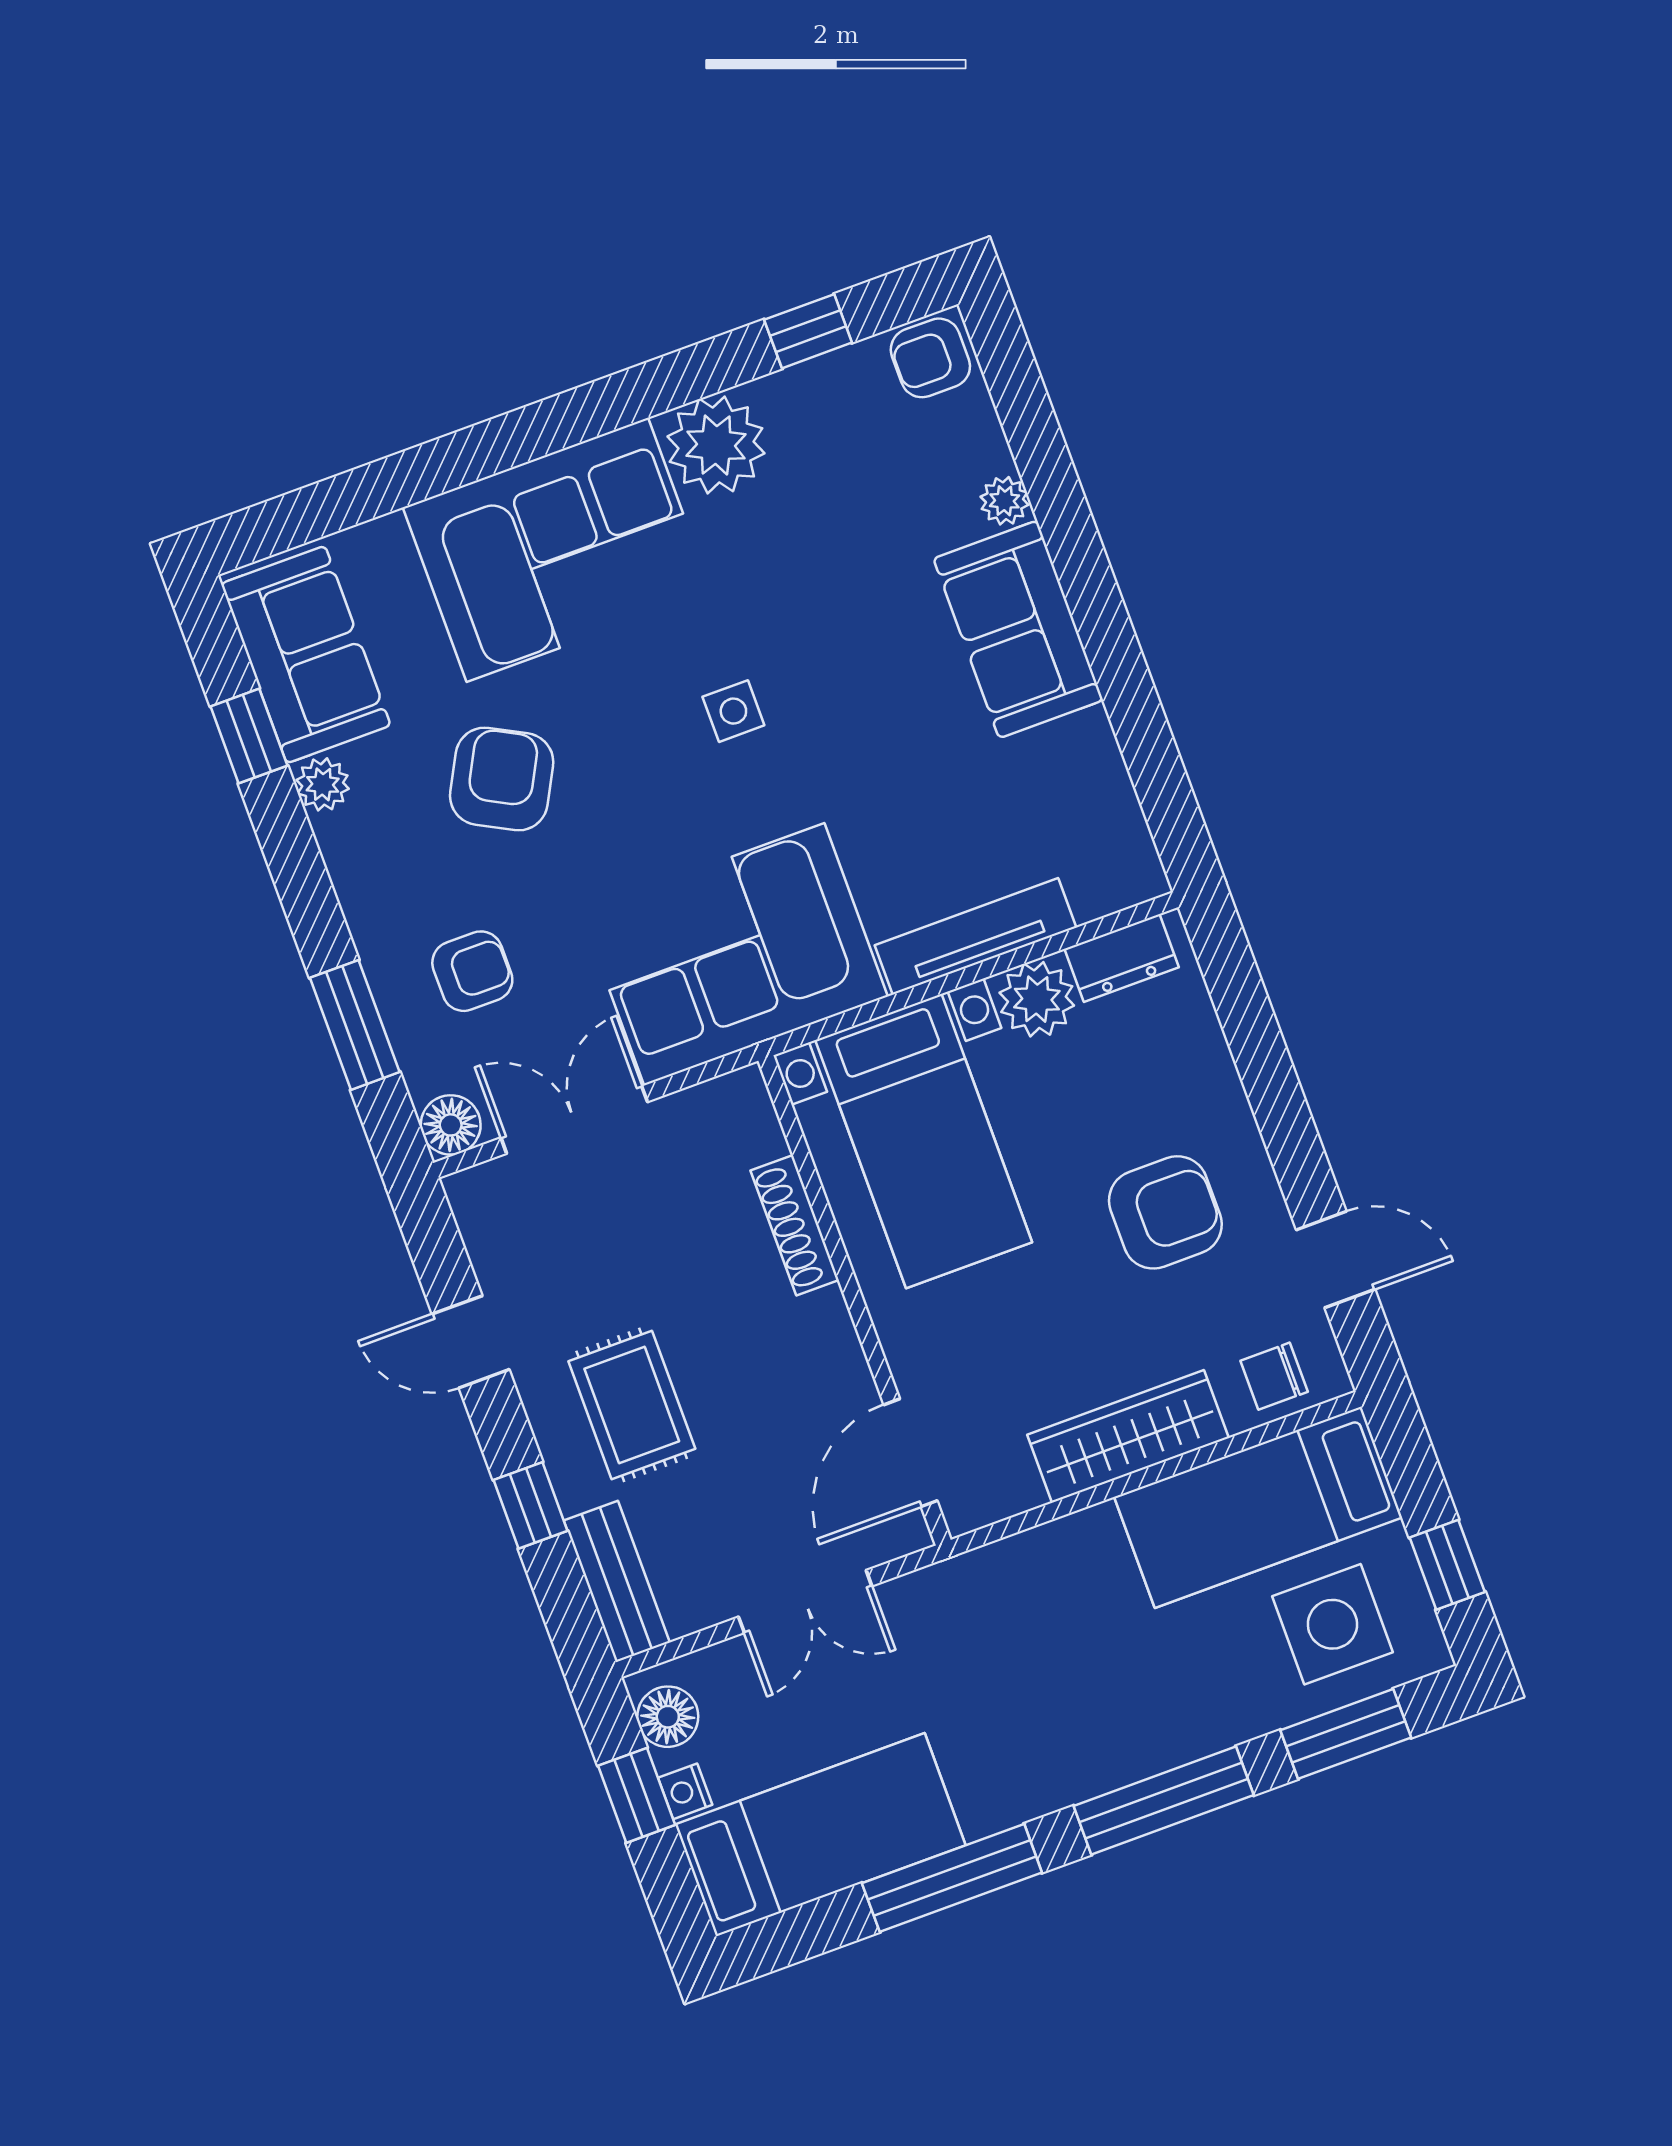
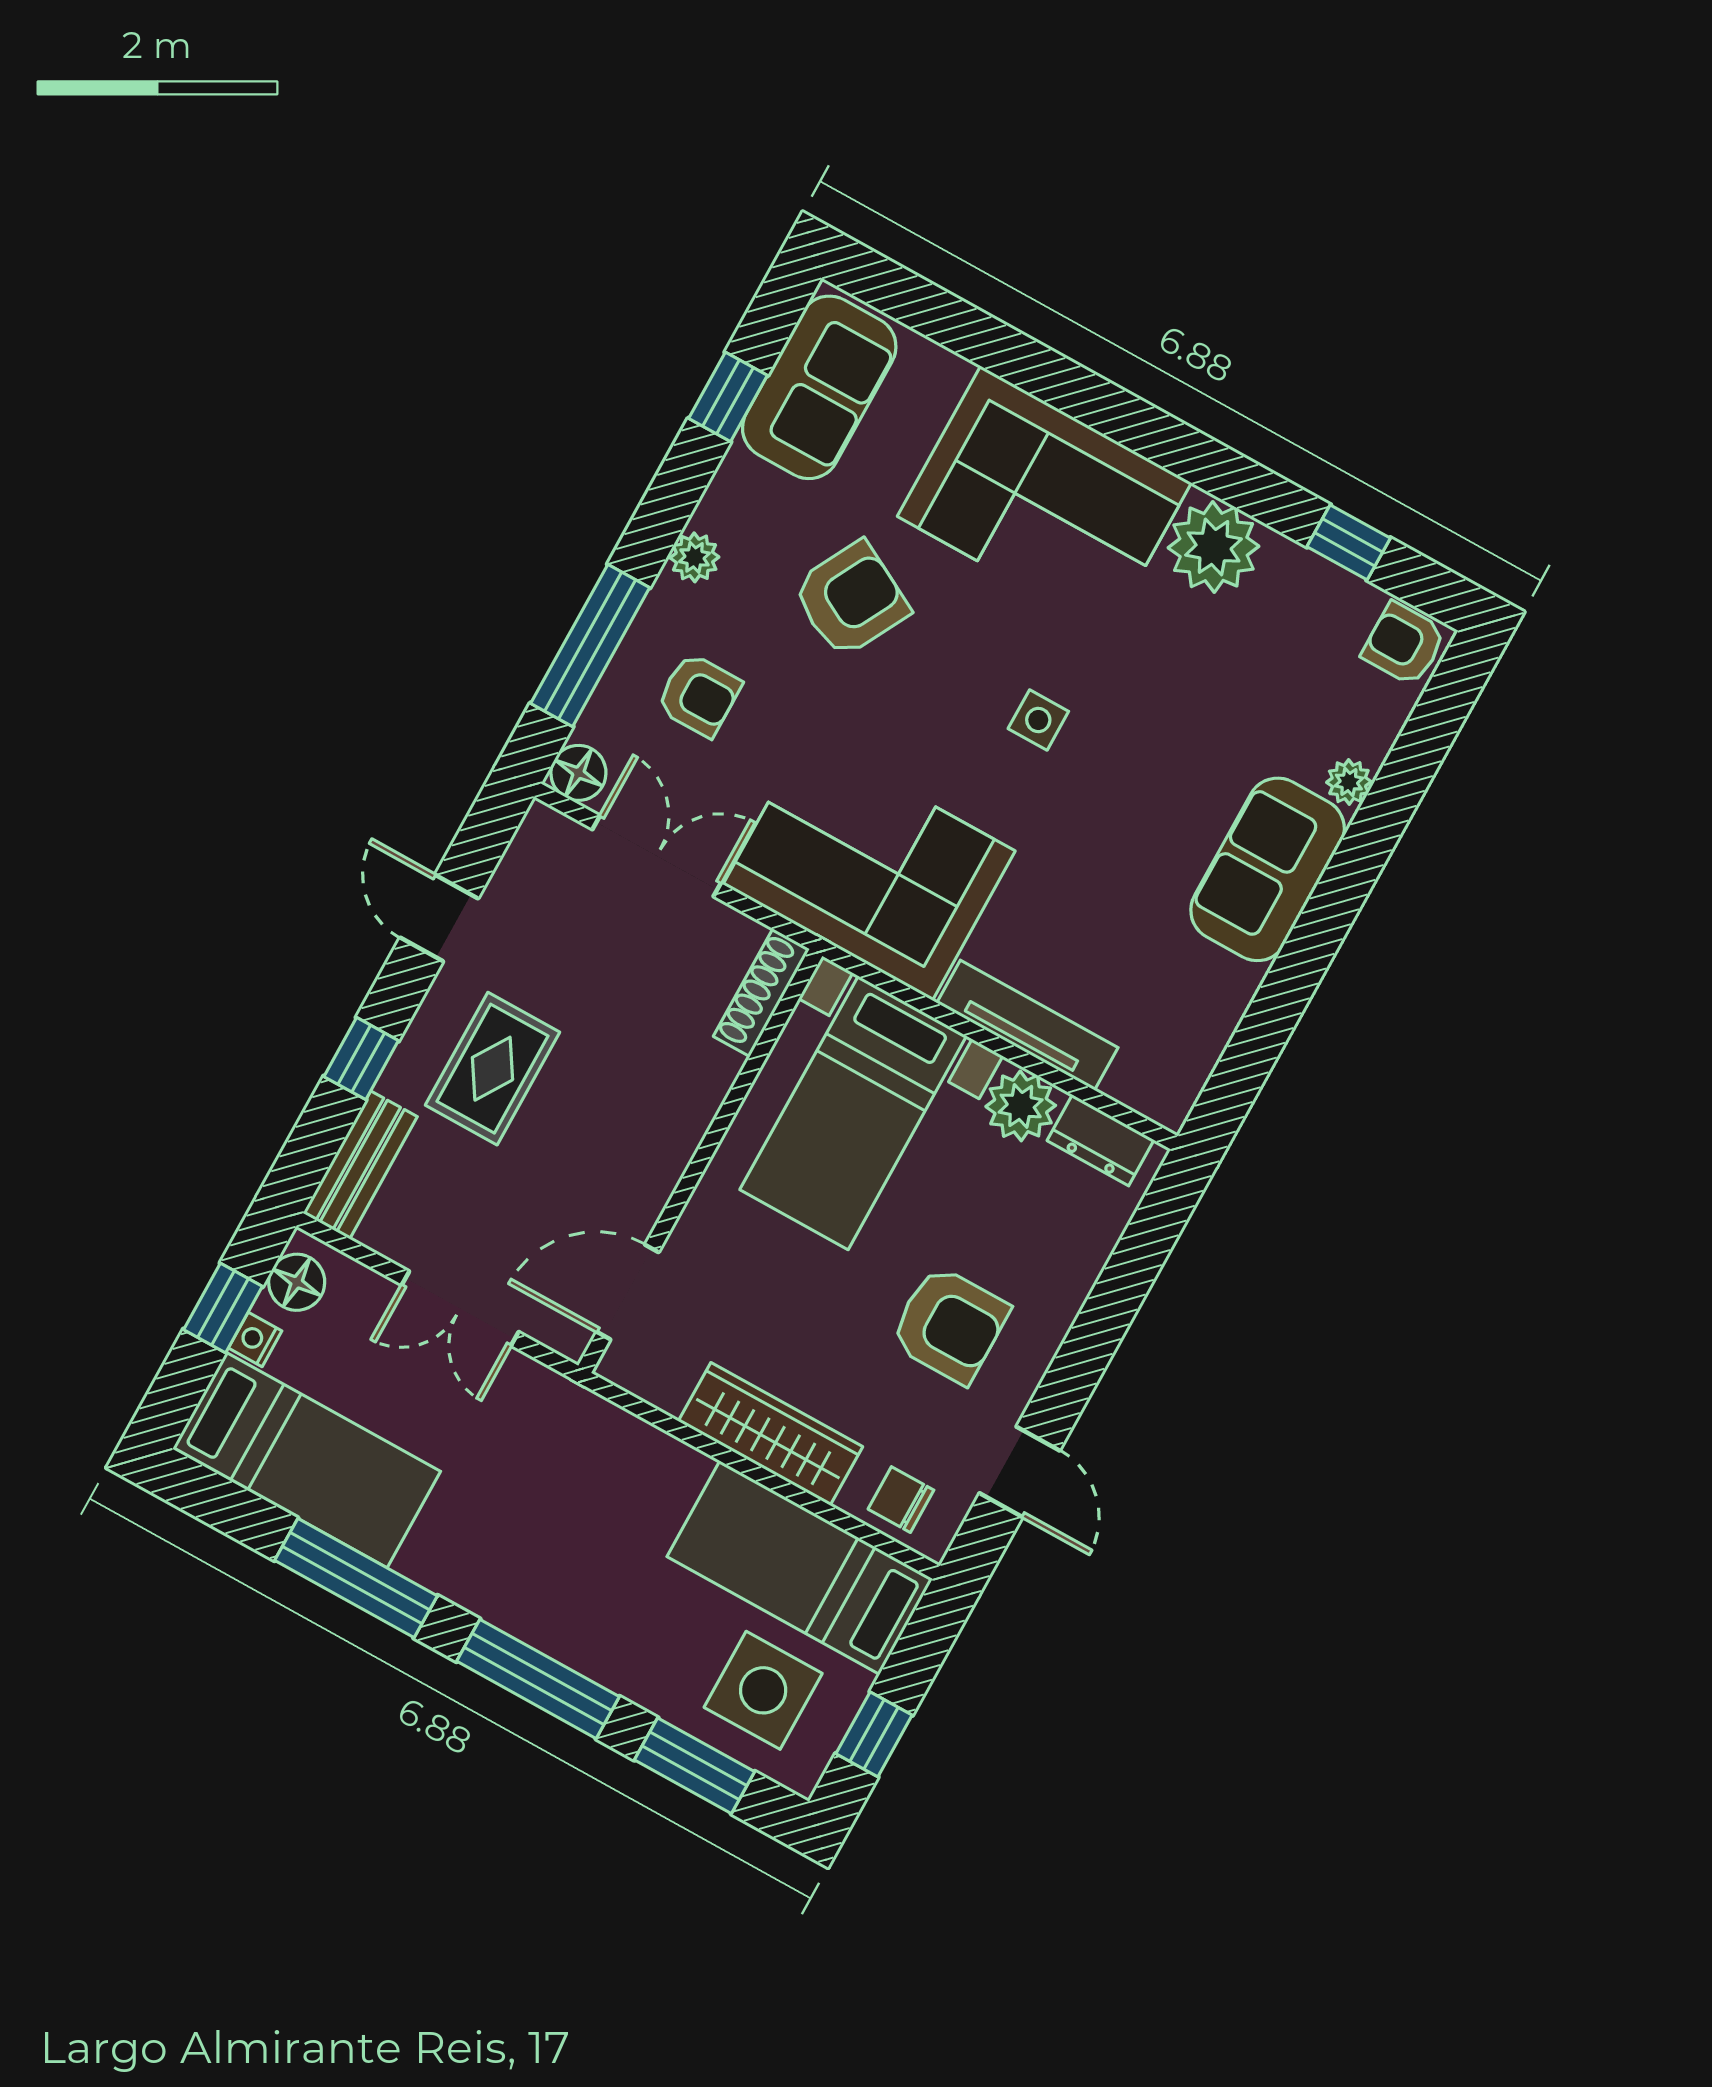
plant: (323, 784) -> (694, 557), moved
window: (355, 1025) -> (590, 645), width x1.44
shoe rack: (795, 1225) -> (761, 993), moved

